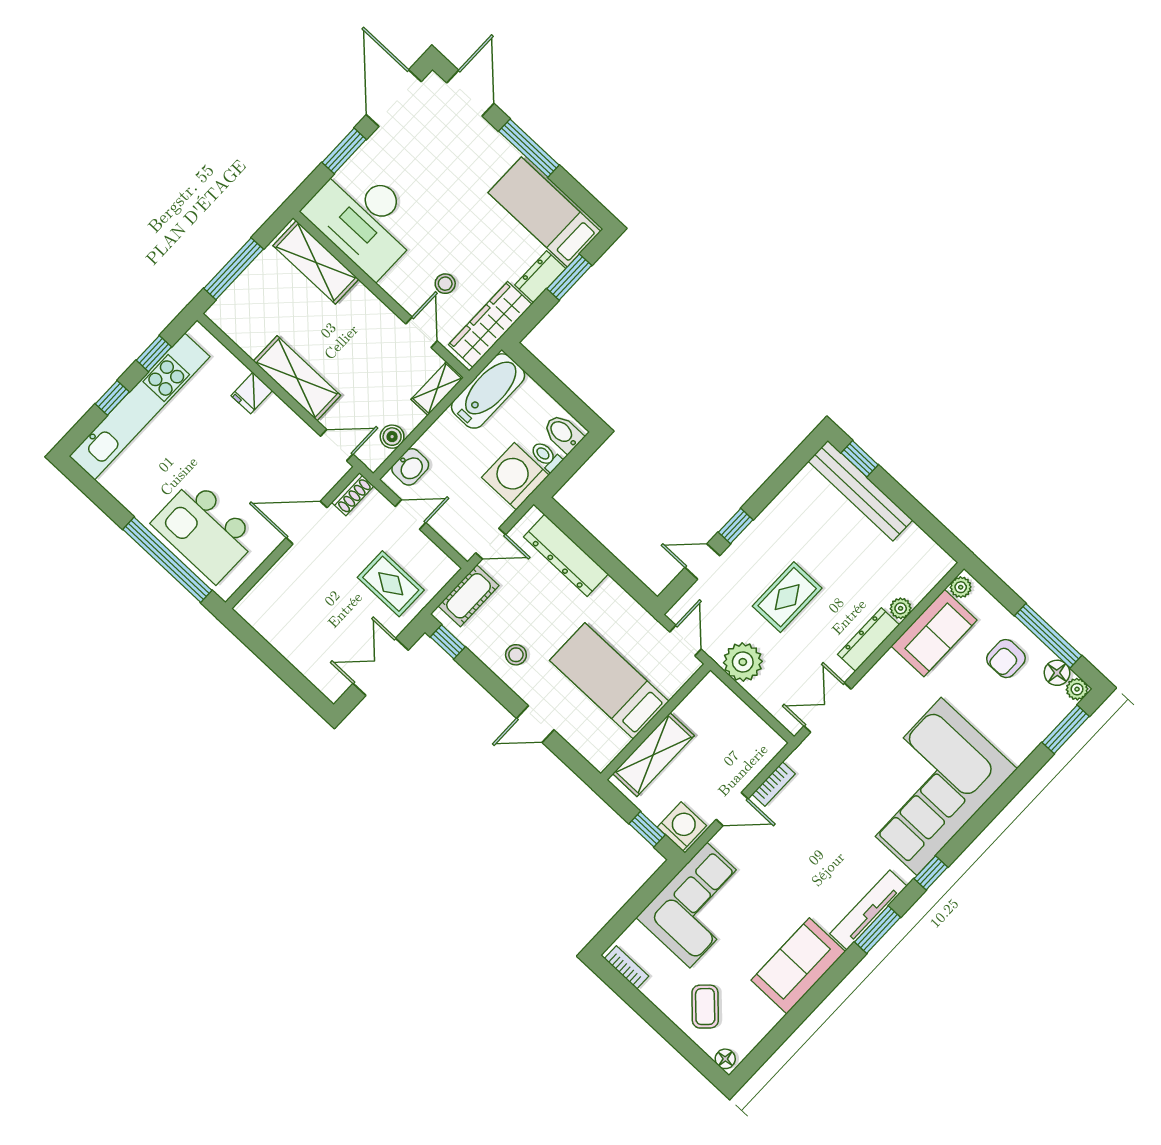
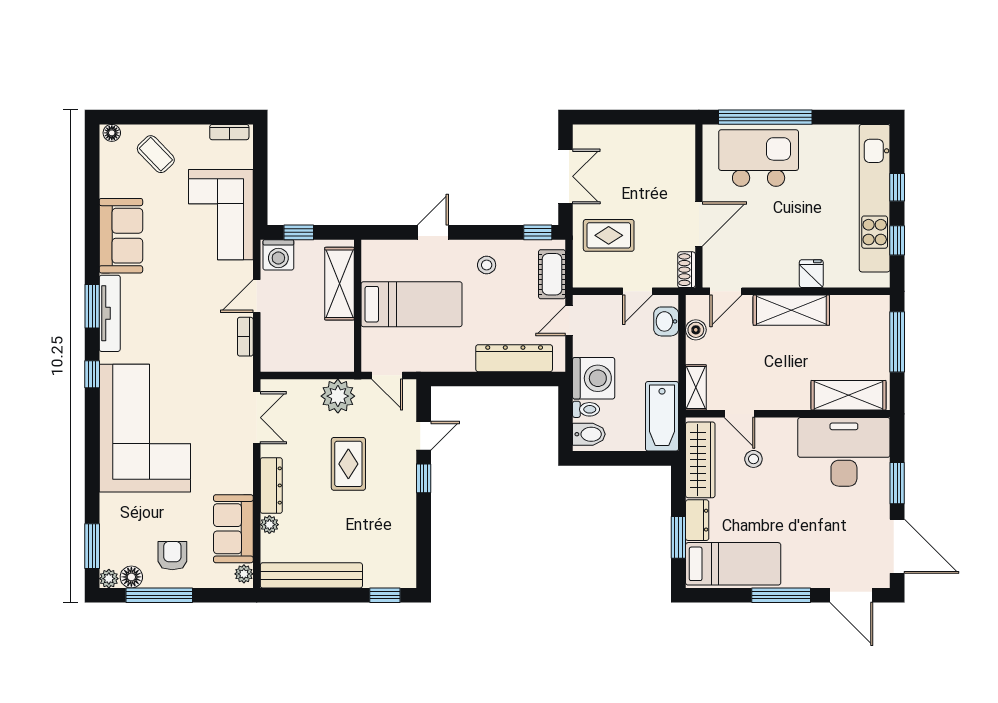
bench: (860, 491) -> (311, 575), moved

